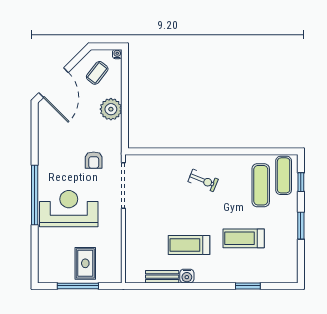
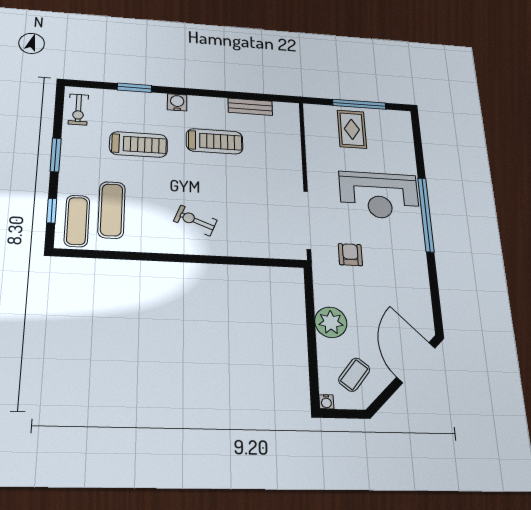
exercise bike: (287, 264) -> (78, 109), added
water cooler: (187, 276) -> (177, 102), moved

